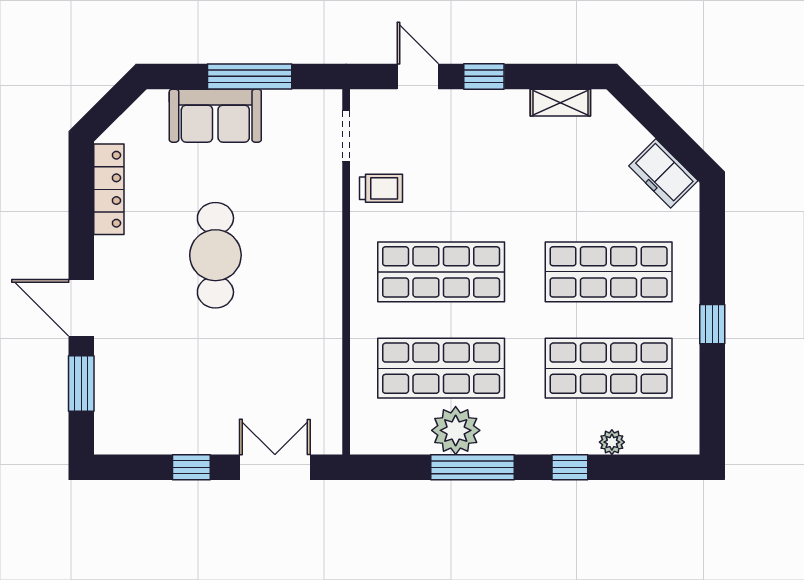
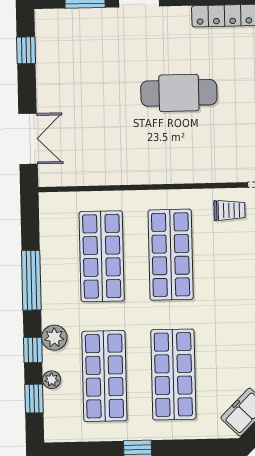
trolley: (381, 188) -> (229, 210), turned -90
plant: (456, 430) -> (54, 338), moved, width x0.73, depth x0.73
window: (191, 467) -> (26, 50), moved
window: (638, 467) -> (34, 399), added

